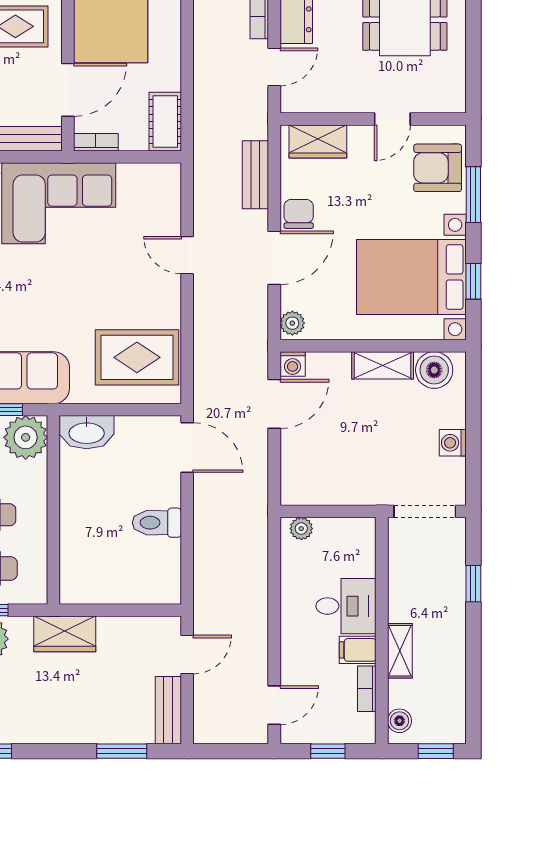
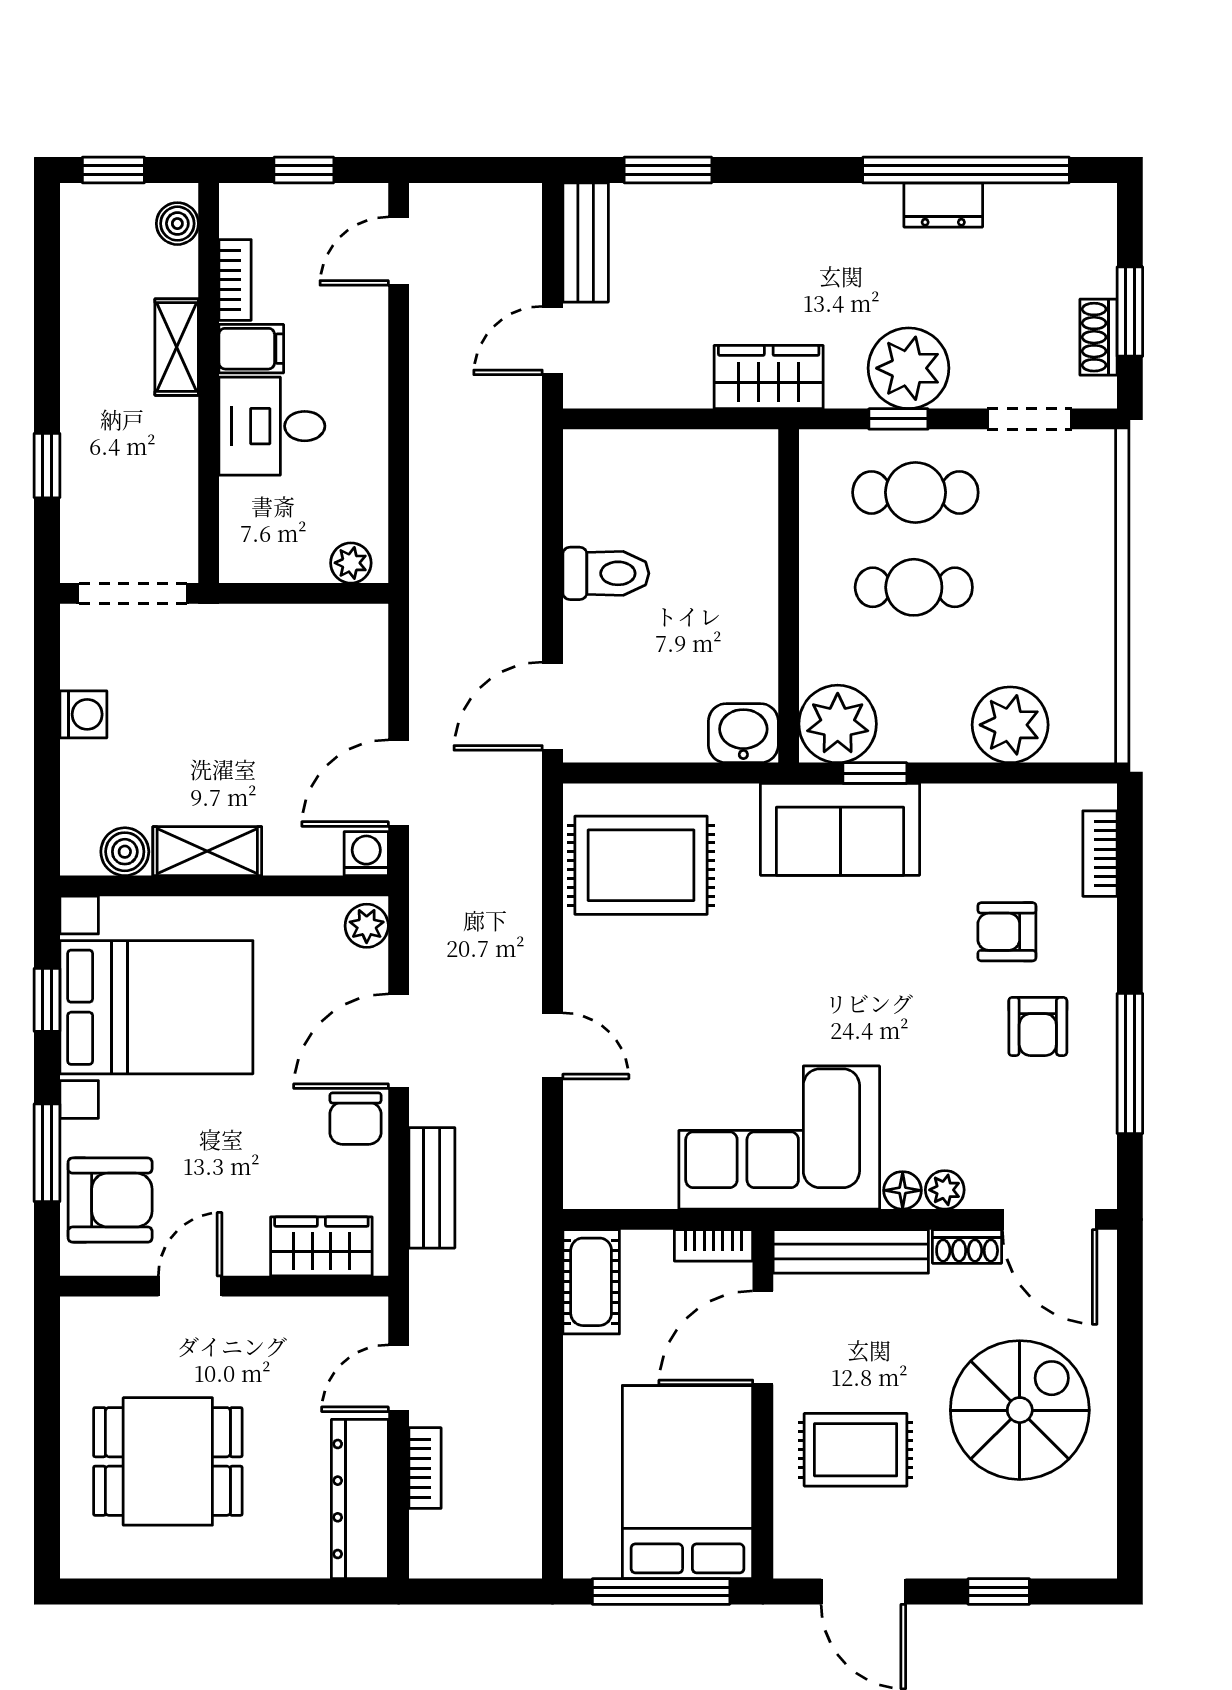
boiler: (434, 370) -> (125, 852), width x0.73, depth x0.73
washbasin: (87, 432) -> (743, 733), width x0.72
door: (187, 447) -> (553, 706), hinge flipped

